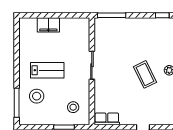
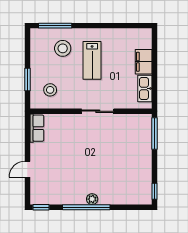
kitchen sink: (72, 24) -> (145, 88), added
coffee table: (145, 74) -> (87, 172), removed

